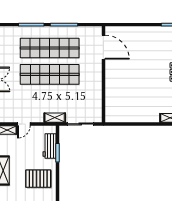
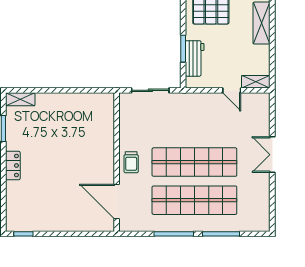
trolley: (93, 74) -> (131, 162), added
shelving: (55, 118) -> (187, 99), removed
door: (24, 124) -> (232, 90), swing flipped

